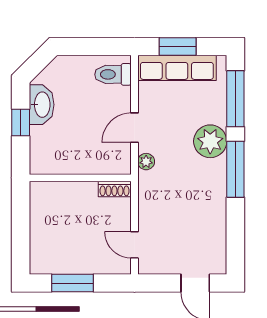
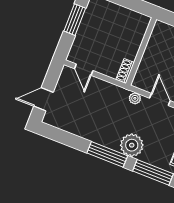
door: (134, 245) -> (84, 70), swing flipped

